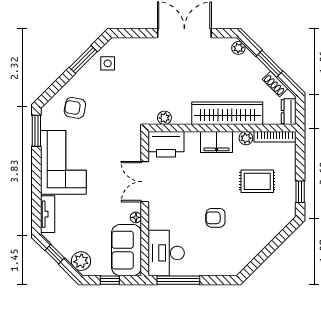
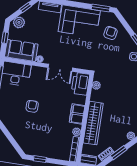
rug: (257, 181) -> (50, 135), removed
double door: (145, 182) -> (60, 68), swing flipped

